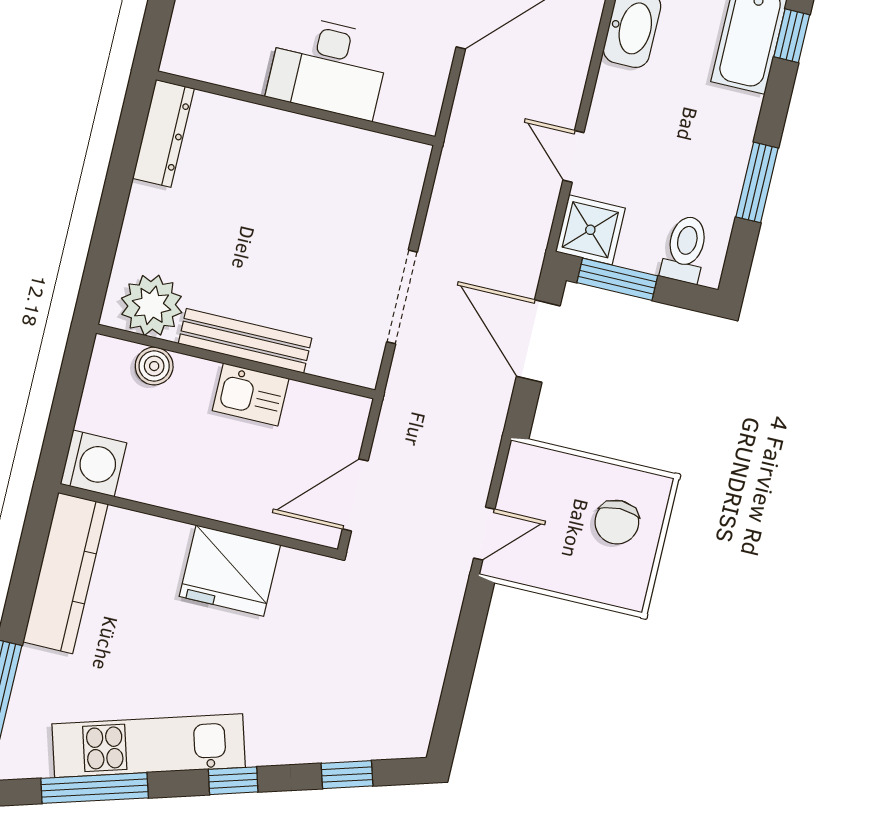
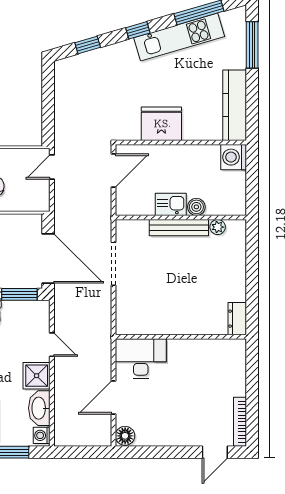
desk: (328, 67) -> (141, 359), moved
dresser: (163, 133) -> (237, 319), width x0.70
shower: (590, 230) -> (37, 376), moved
plant: (152, 305) -> (218, 227), width x0.53, depth x0.53
door: (538, 341) -> (48, 258), width x1.36
boiler: (154, 366) -> (196, 207), moved

